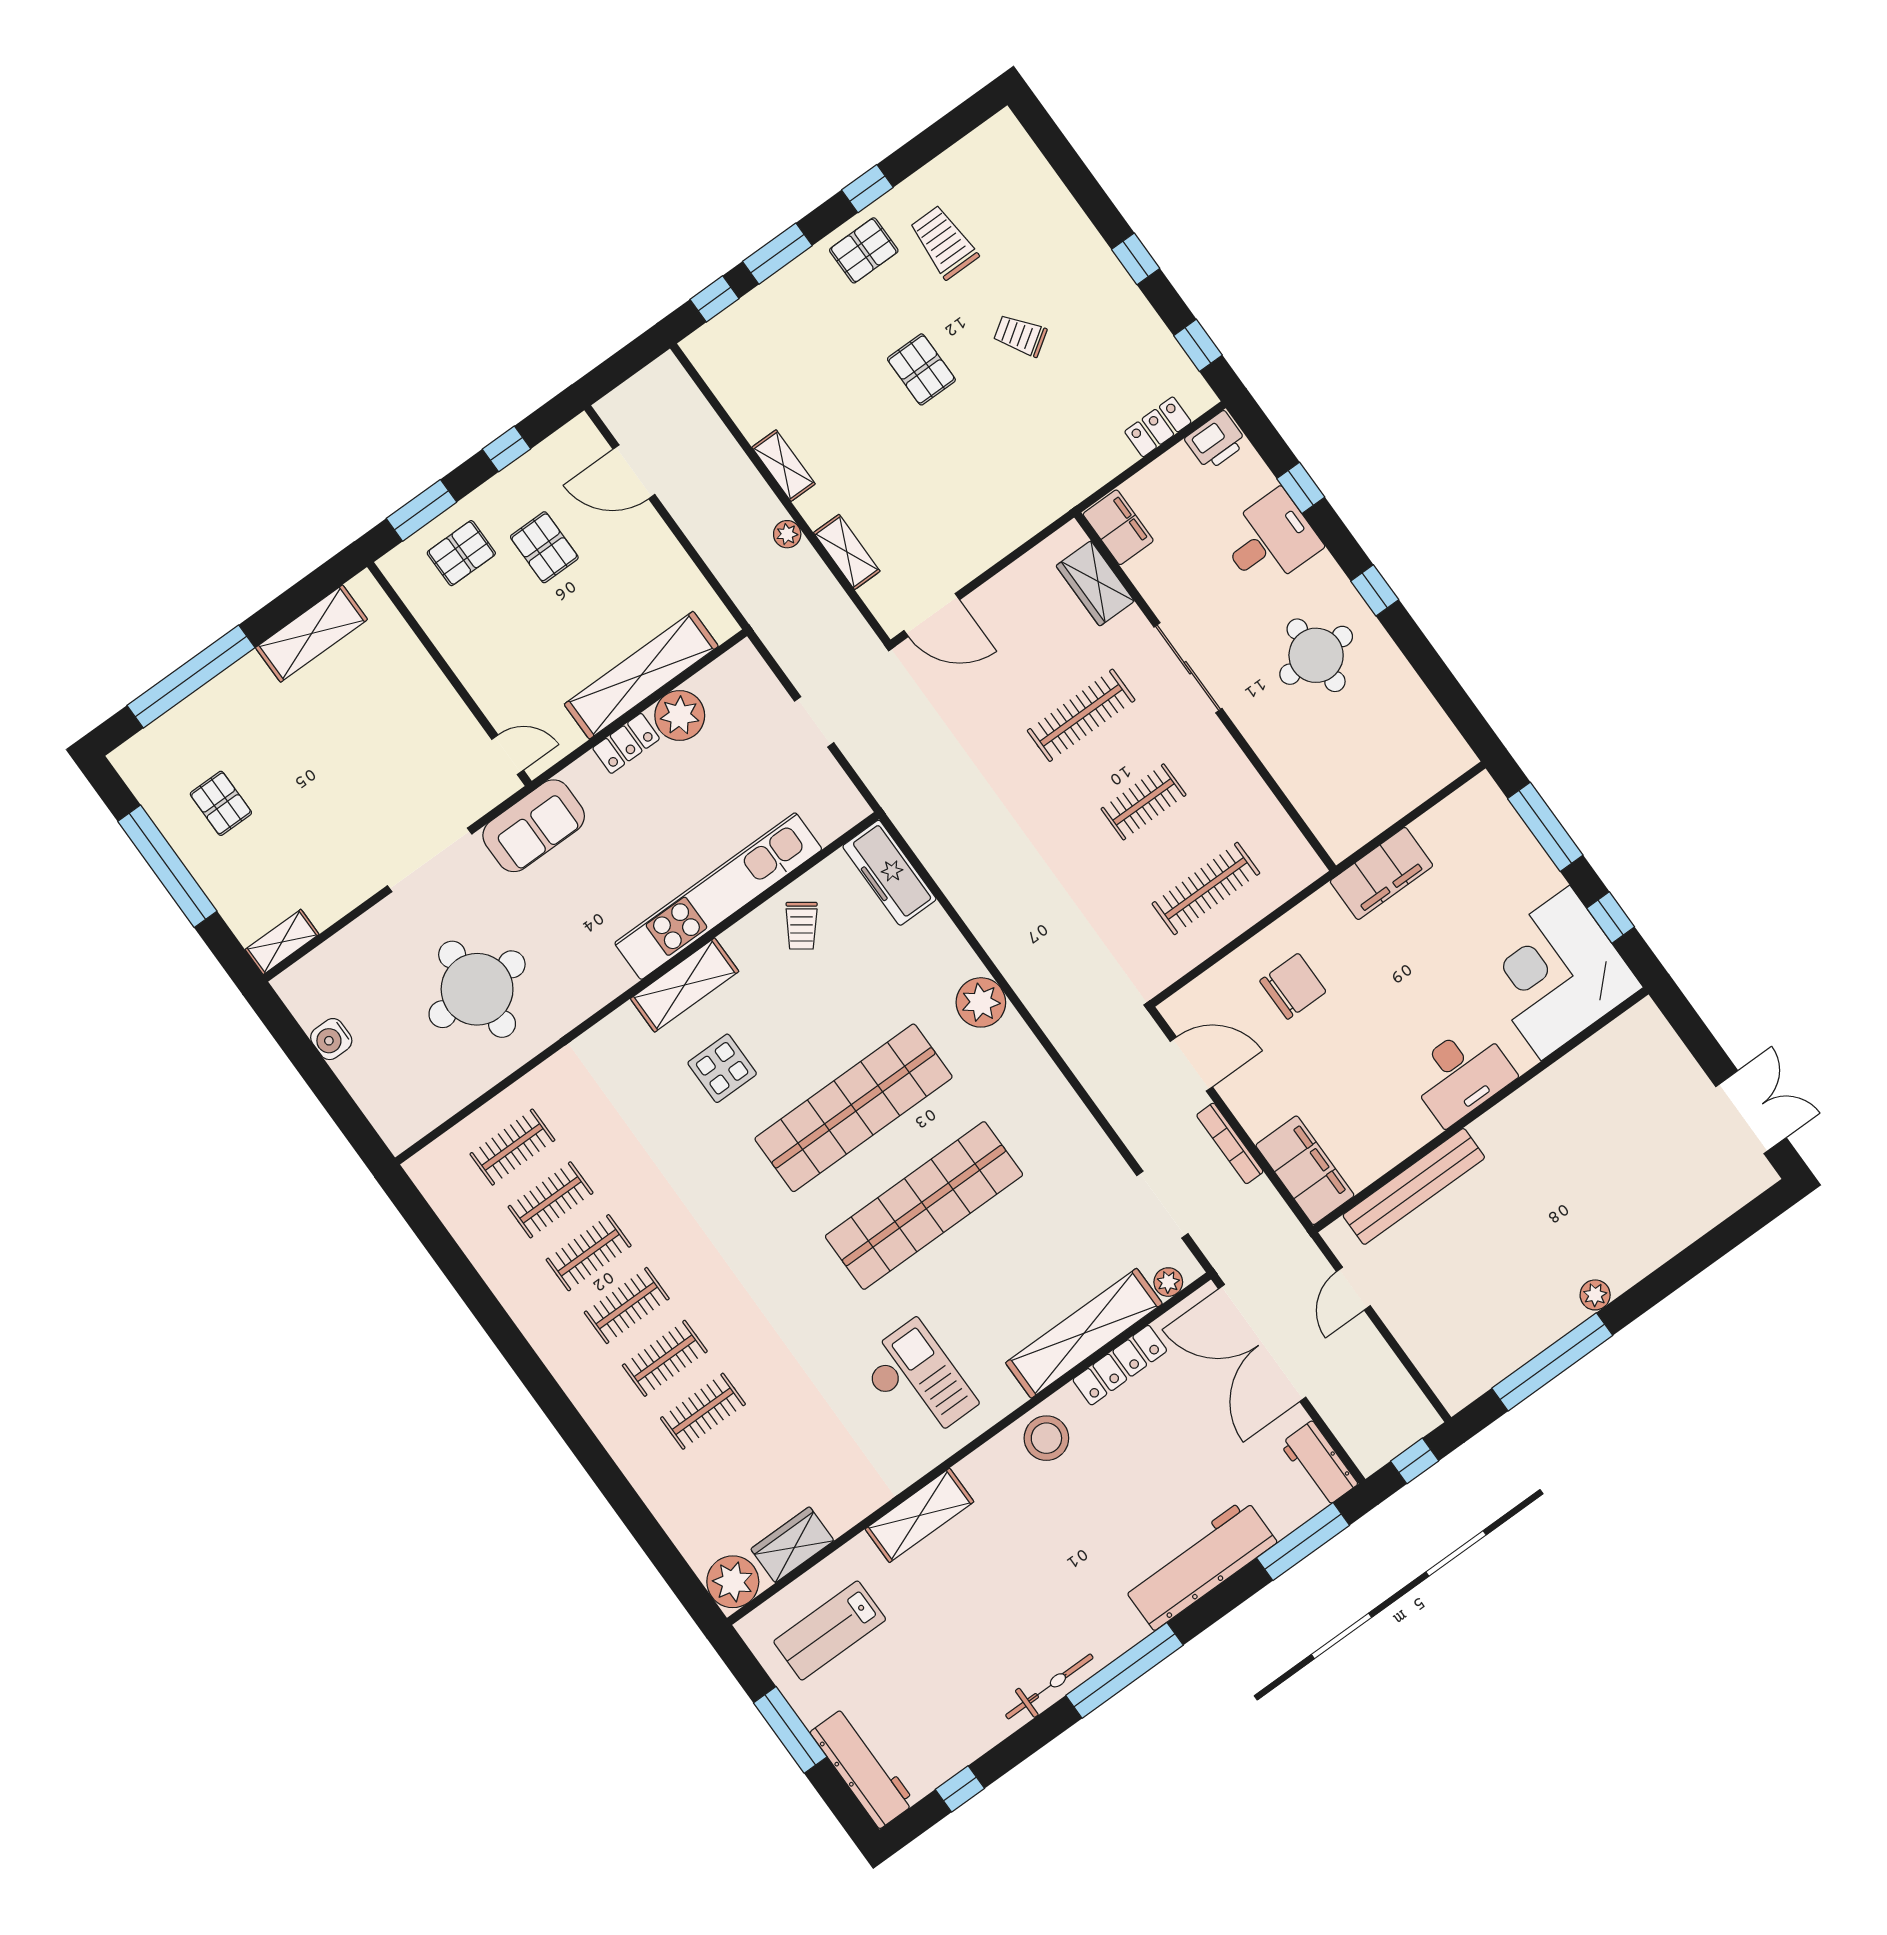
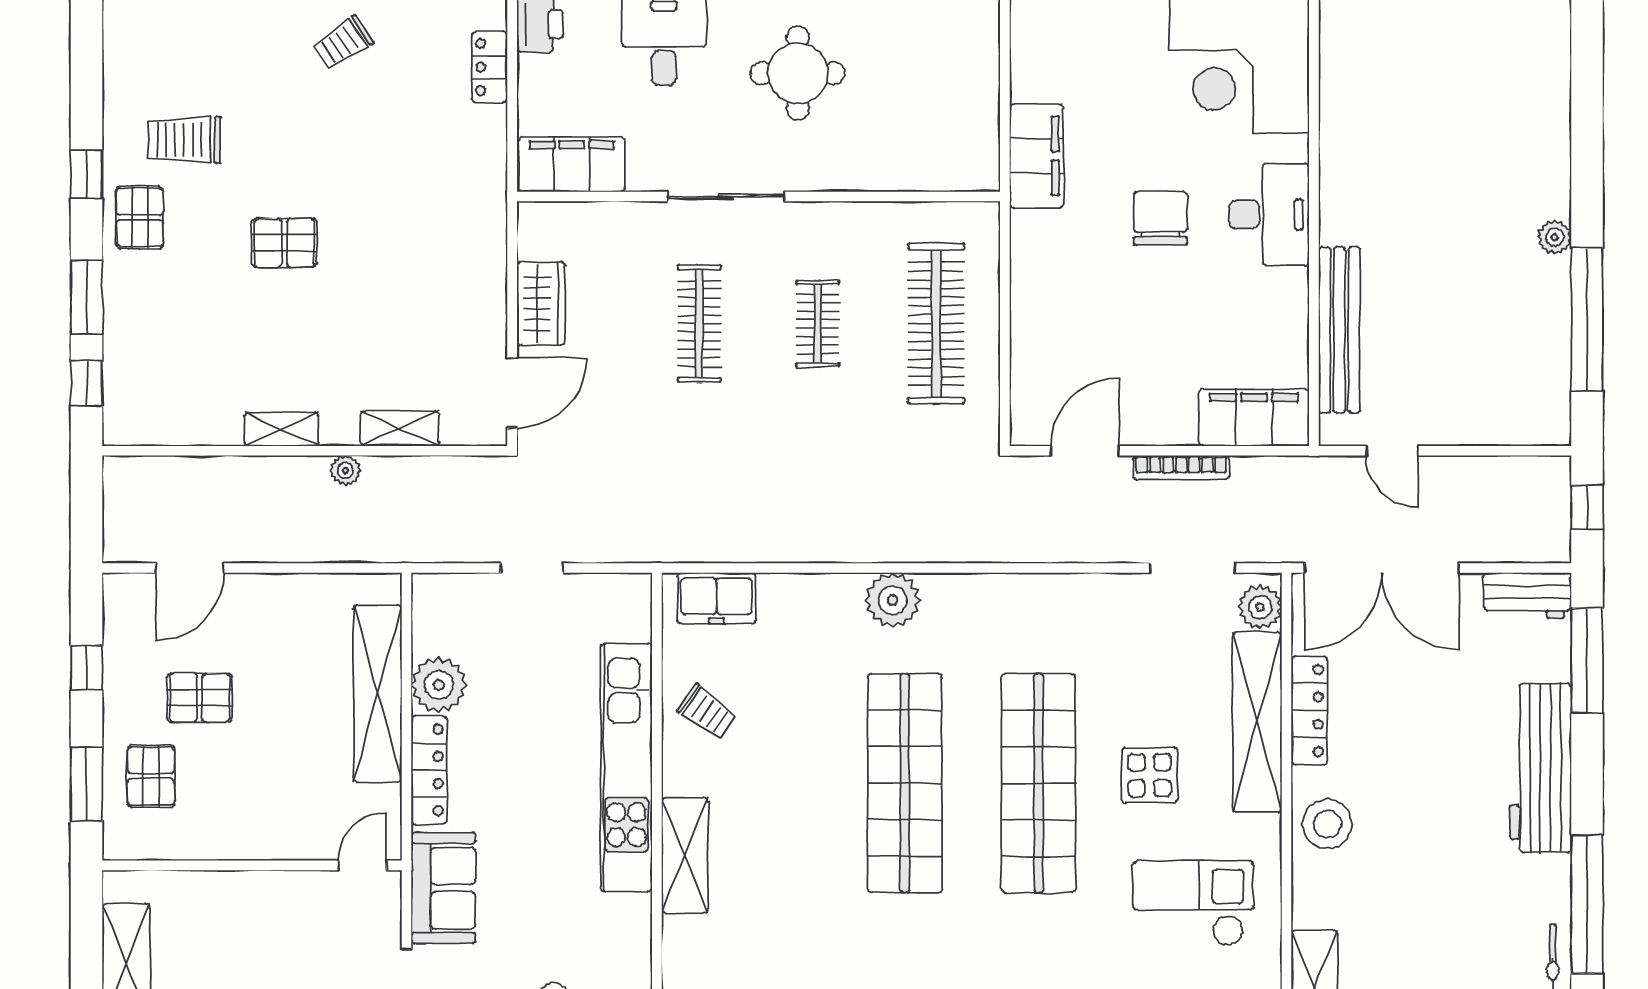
trolley: (1020, 335) -> (343, 43), moved
filing cabinet: (1118, 527) -> (572, 164), width x1.50, depth x1.17
wardrobe: (1095, 583) -> (541, 304), moved, turned -90
locker: (626, 743) -> (429, 770), width x1.53
freezer: (889, 873) -> (717, 598), width x0.71
clothes rail: (1206, 888) -> (936, 324), width x1.37, depth x1.31
chair: (1293, 986) -> (1160, 218), moved
display table: (722, 1068) -> (1149, 775), moved
plant: (1168, 1282) -> (1260, 607), width x1.38, depth x1.38

